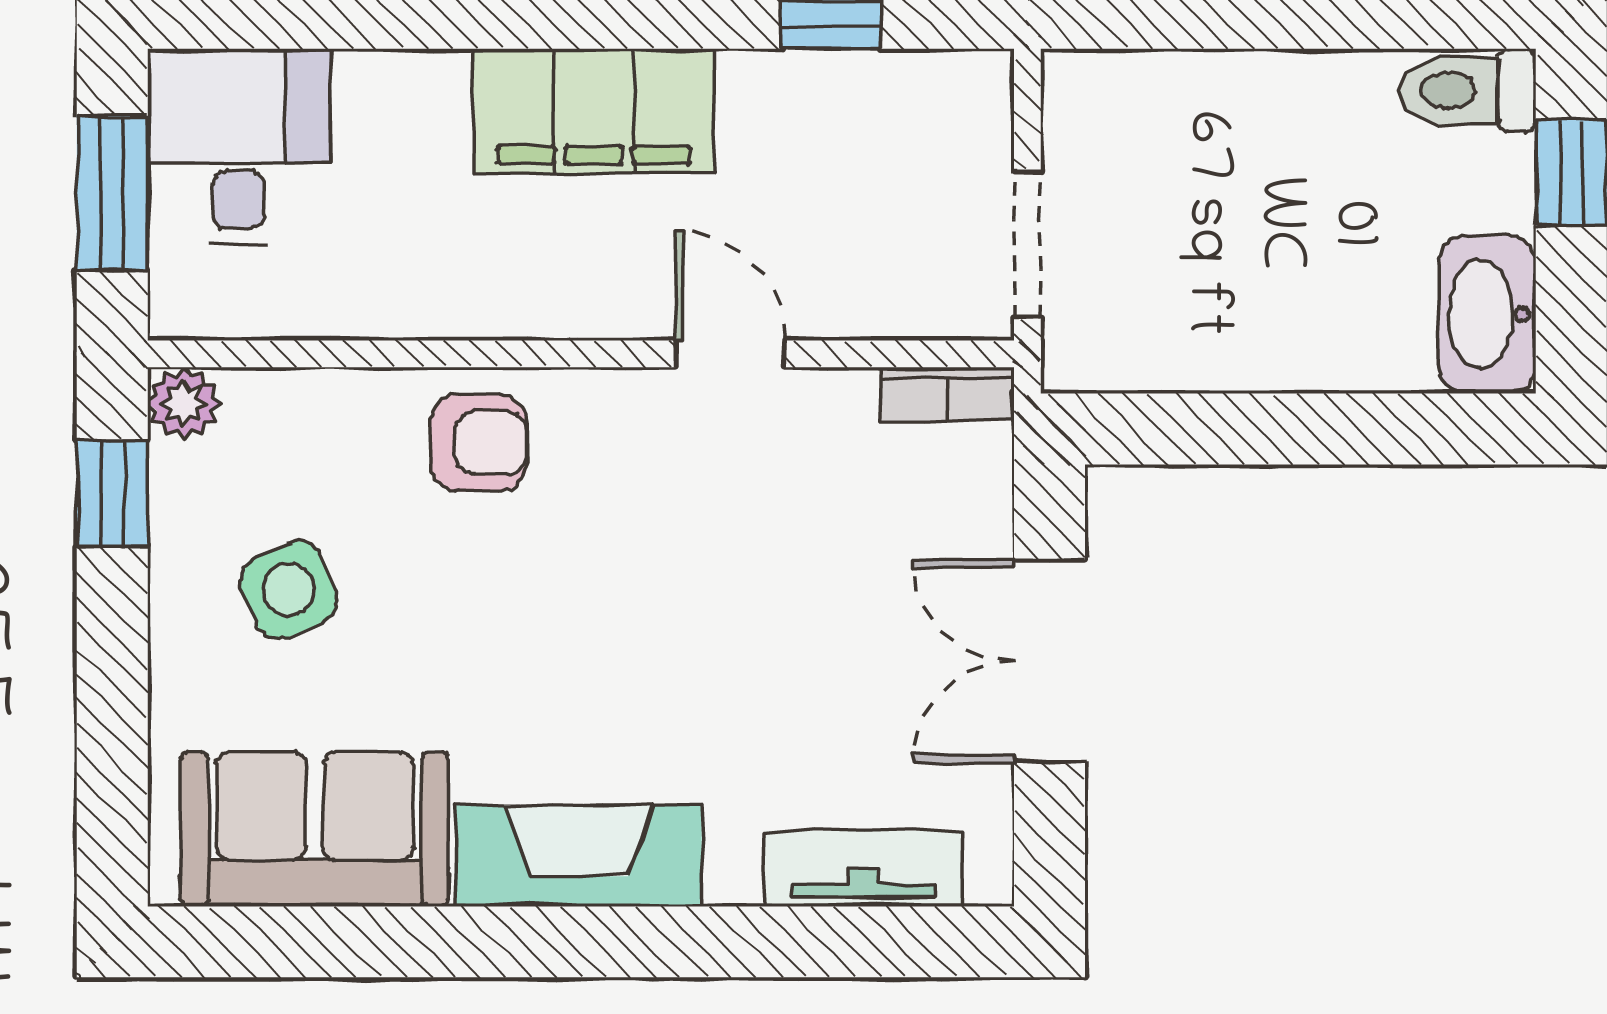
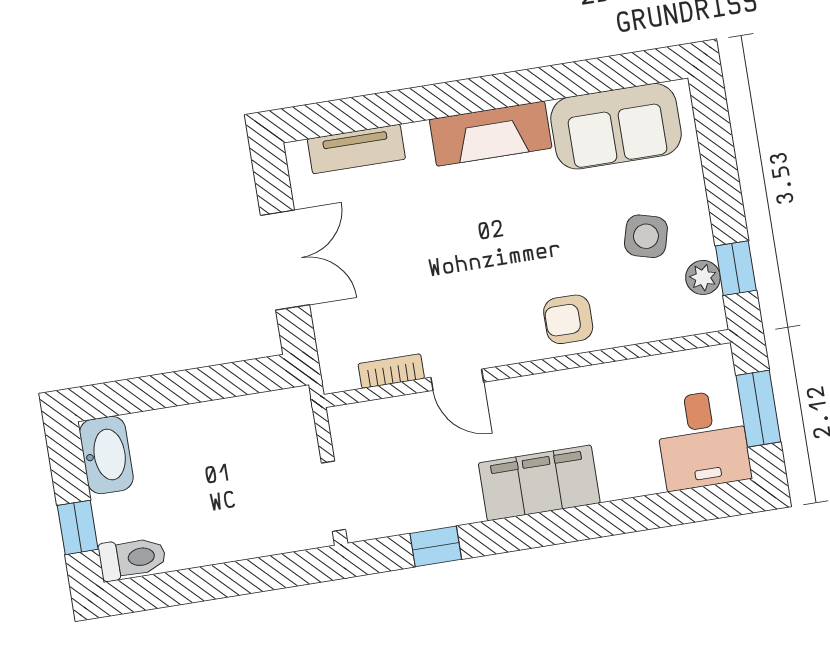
doorway: (1027, 244) -> (333, 496), moved
bookcase: (947, 394) -> (391, 371), moved
plant: (184, 403) -> (703, 277), moved
side table: (289, 590) -> (646, 236), turned 38

